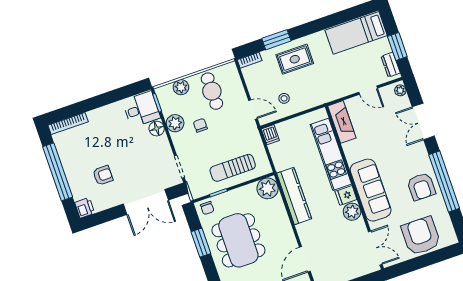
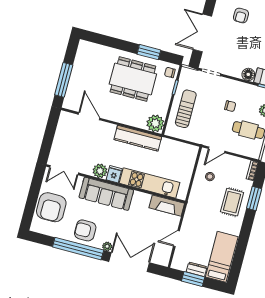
dresser: (391, 65) -> (197, 269), moved
plant: (400, 90) -> (107, 246), moved
double door: (423, 121) -> (129, 262), width x1.37
plant: (175, 123) -> (243, 90), removed
dishwasher: (270, 135) -> (191, 150), removed
armchair: (421, 236) -> (51, 207), turned 90

